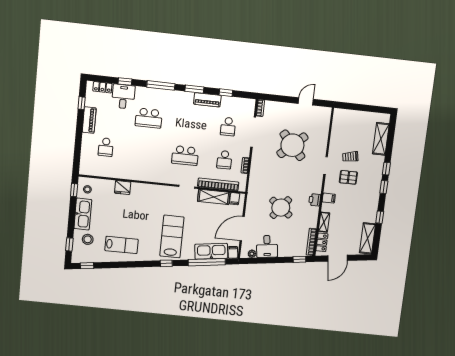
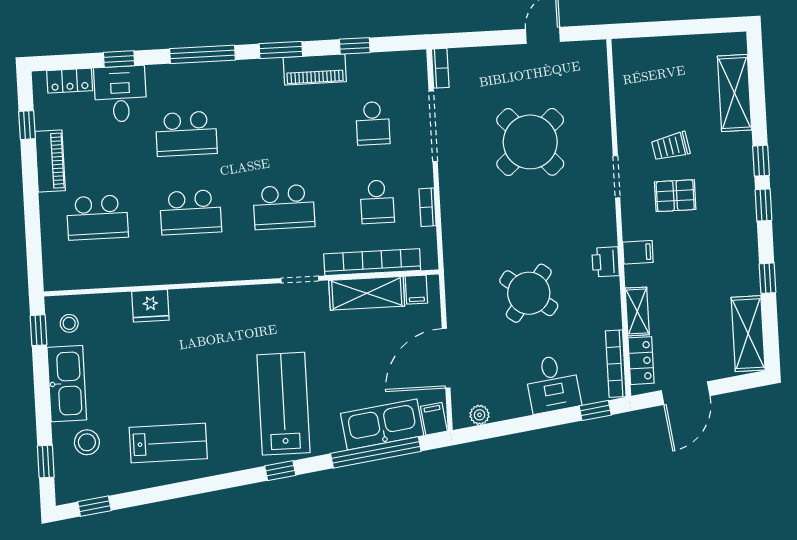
school desk: (106, 147) -> (97, 217), width x1.85
school desk: (145, 151) -> (191, 212), added
desk: (267, 246) -> (553, 384), moved

